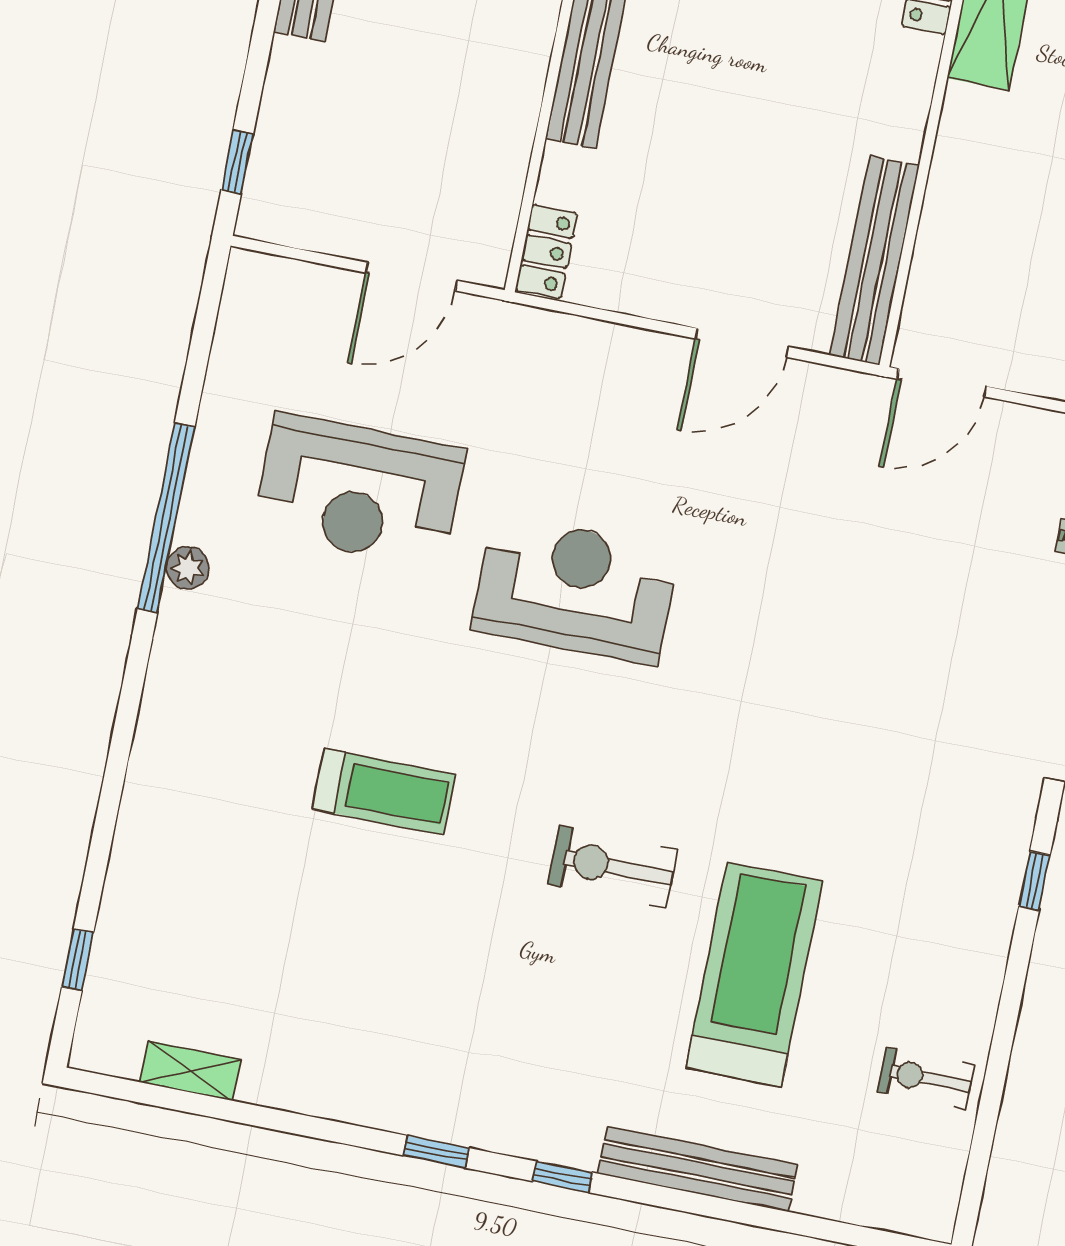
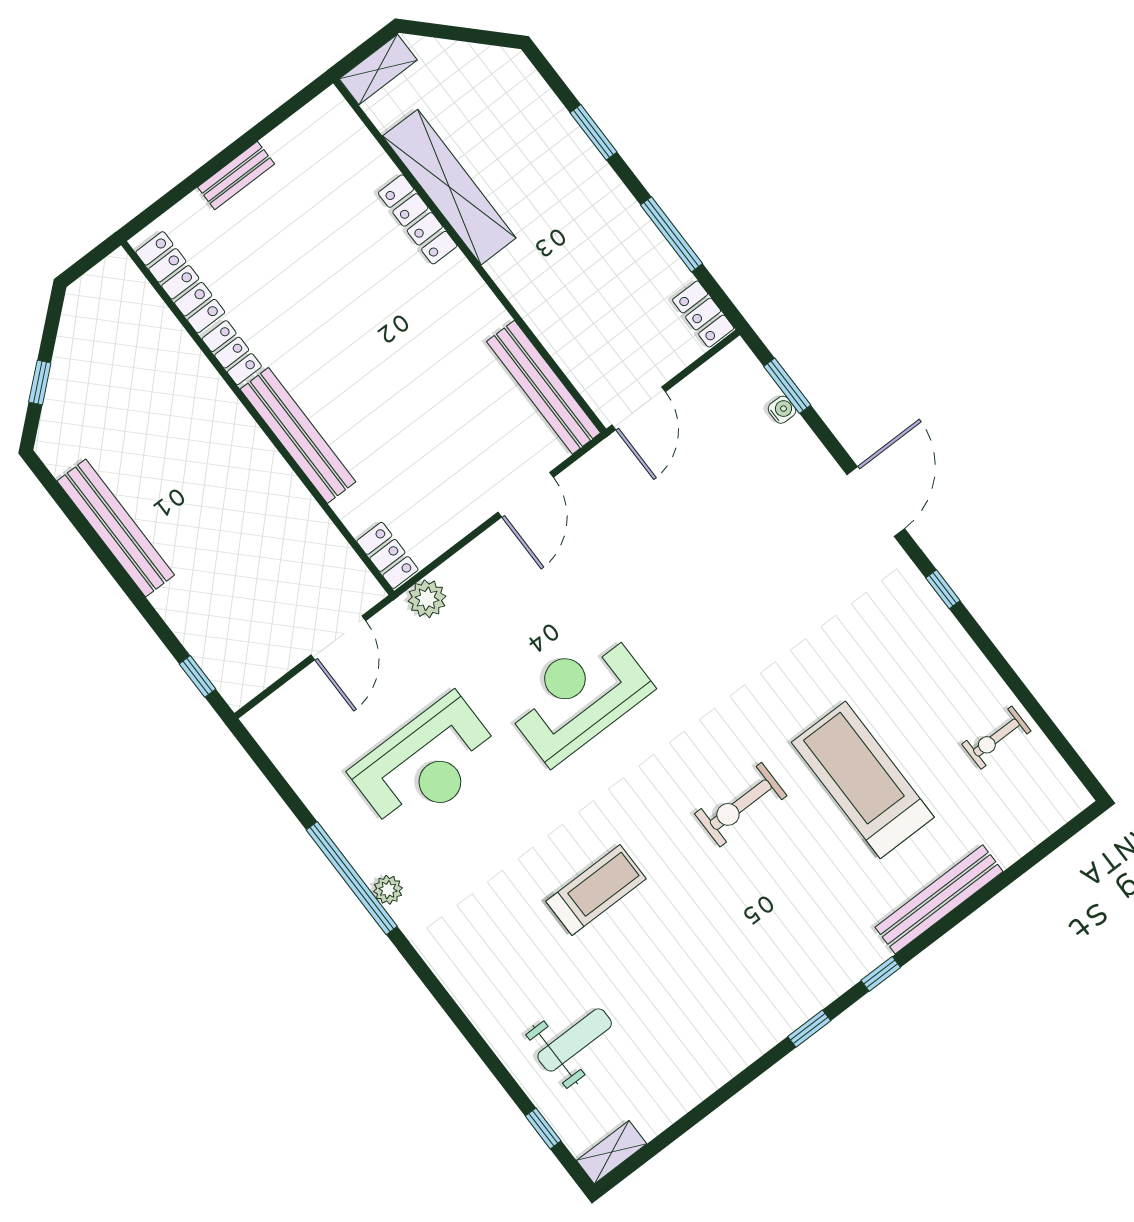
plant: (537, 335) -> (427, 599), added
weight bench: (203, 910) -> (575, 1040), added
shelving: (191, 1071) -> (612, 1152), moved

